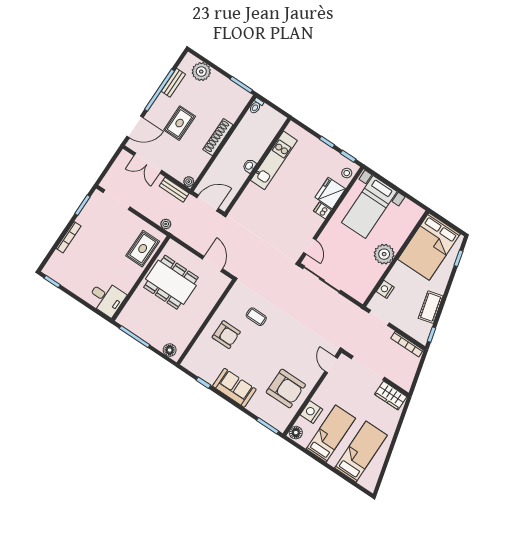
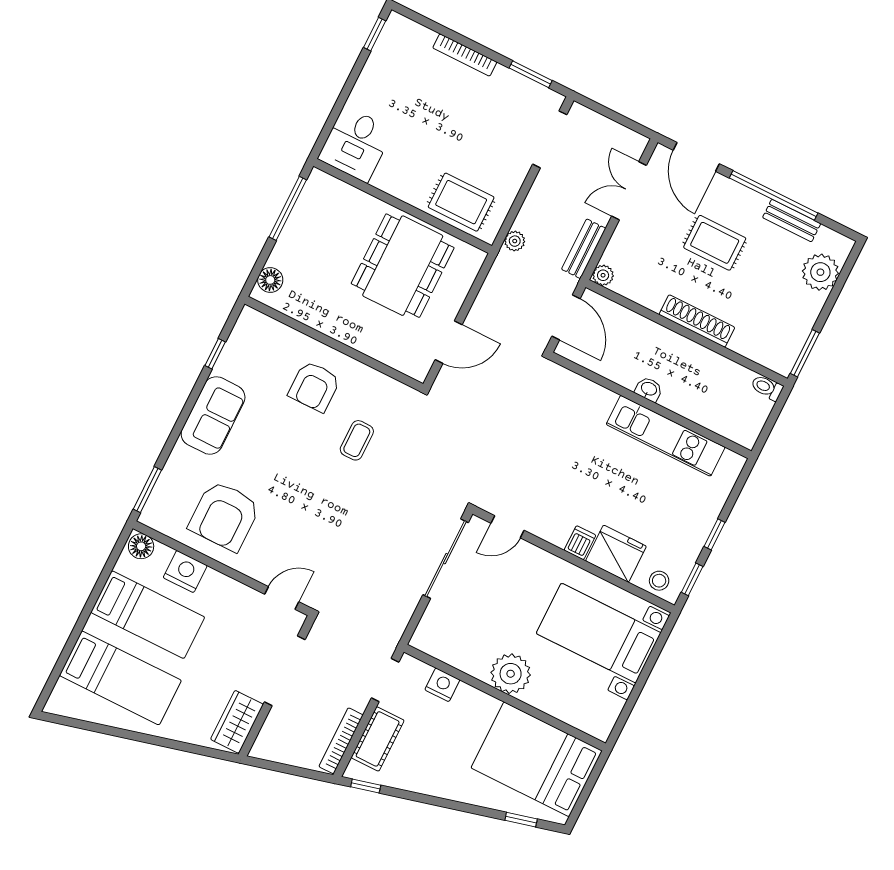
cot: (431, 307) -> (378, 739), moved, turned -76

